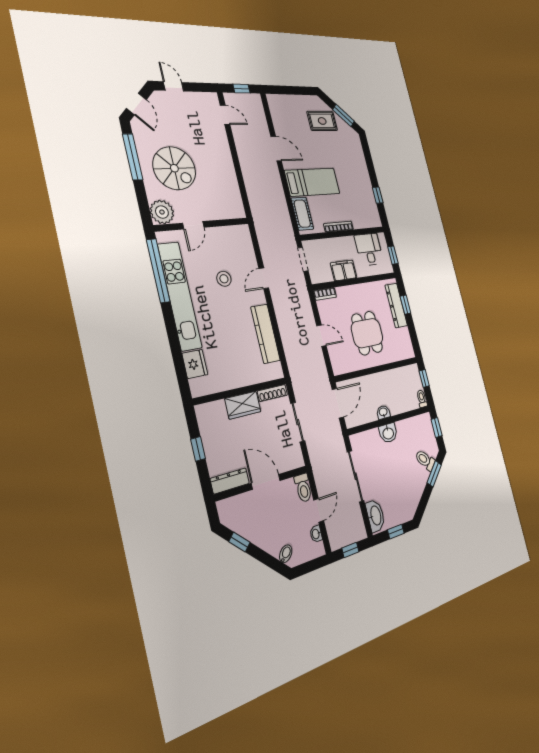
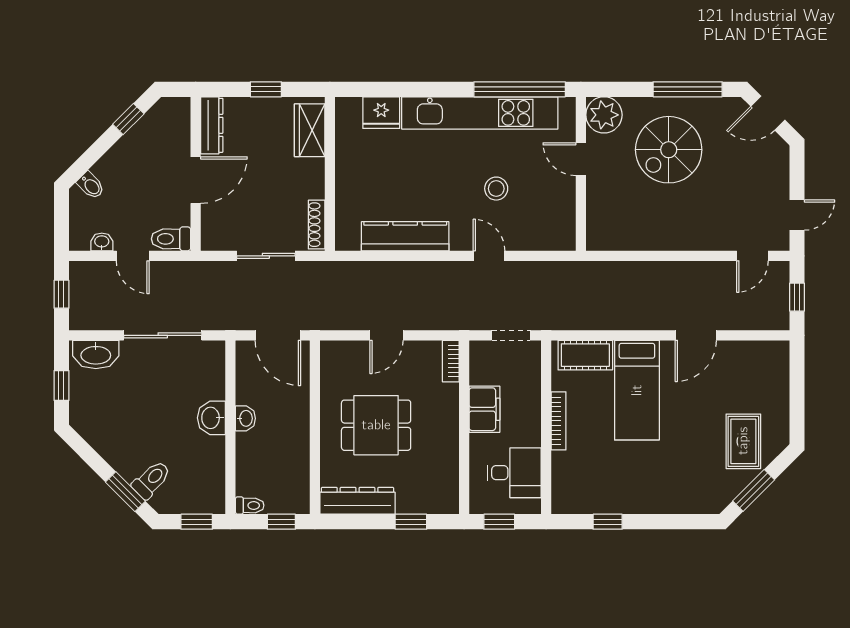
door: (174, 86) -> (797, 215), moved
dresser: (396, 305) -> (357, 501), moved
wardrobe: (243, 405) -> (310, 130), moved

